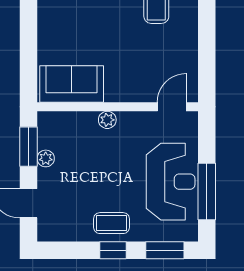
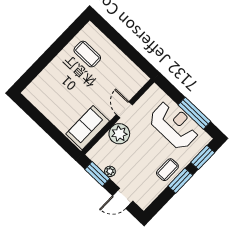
door: (172, 107) -> (124, 110), moved
plant: (107, 120) -> (119, 134), width x1.87, depth x1.87
window: (113, 250) -> (180, 181), width x1.50

